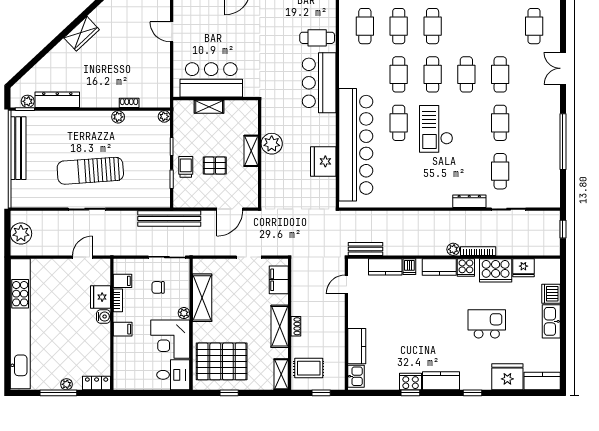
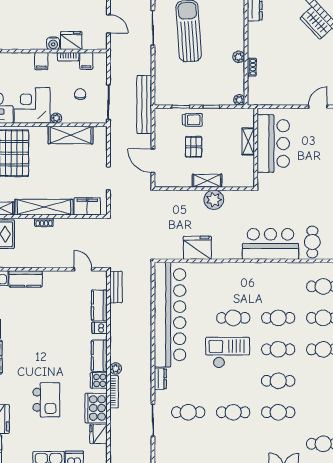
bar counter: (356, 145) -> (170, 315), moved, turned -90
dresser: (469, 201) -> (160, 379), width x0.70
shelving: (280, 326) -> (44, 207), width x1.47

